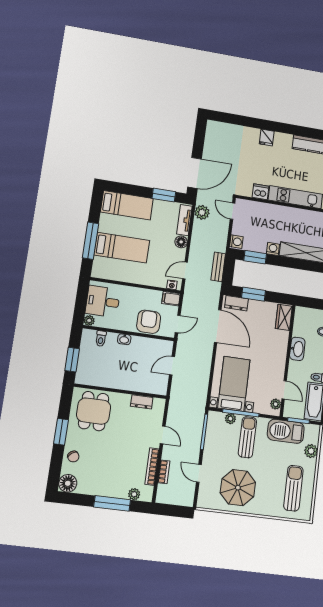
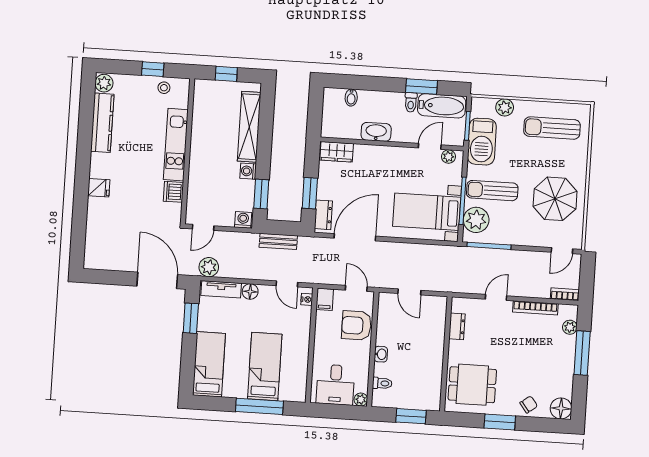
plant: (230, 419) -> (476, 220), width x1.88, depth x1.88
bookcase: (164, 472) -> (565, 294), moved
door: (199, 473) -> (562, 251), moved

